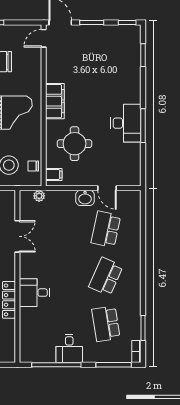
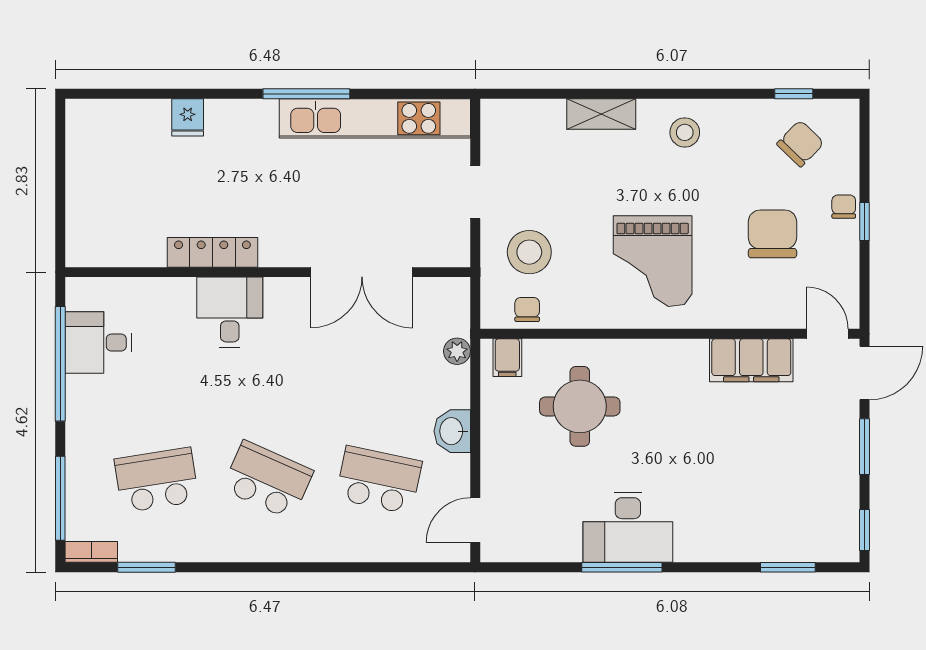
filing cabinet: (55, 101) -> (751, 360), moved
door: (107, 188) -> (475, 520), moved
plant: (39, 196) -> (457, 351), moved
double door: (17, 236) -> (362, 272), width x1.37
desk: (69, 349) -> (98, 343), moved

